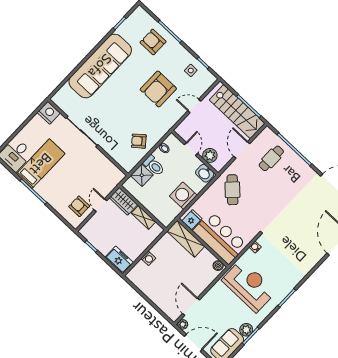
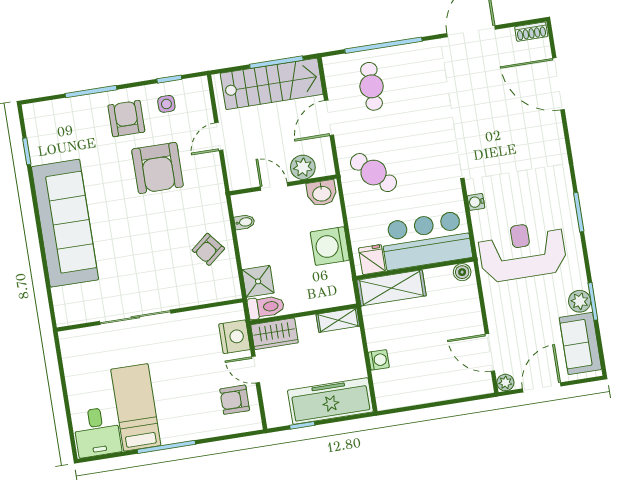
armchair: (153, 42) -> (126, 119), moved, turned 90
nightstand: (49, 113) -> (235, 337), moved, turned 90
door: (242, 150) -> (329, 118), hinge flipped
toilet: (154, 165) -> (266, 307), moved
shelving: (144, 217) -> (338, 320), moved
freezer: (119, 260) -> (330, 401), width x1.91, depth x1.26

